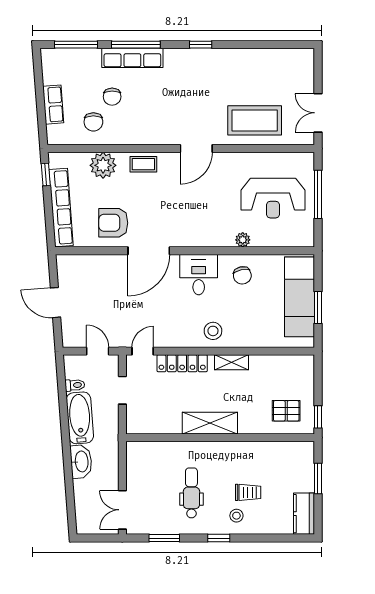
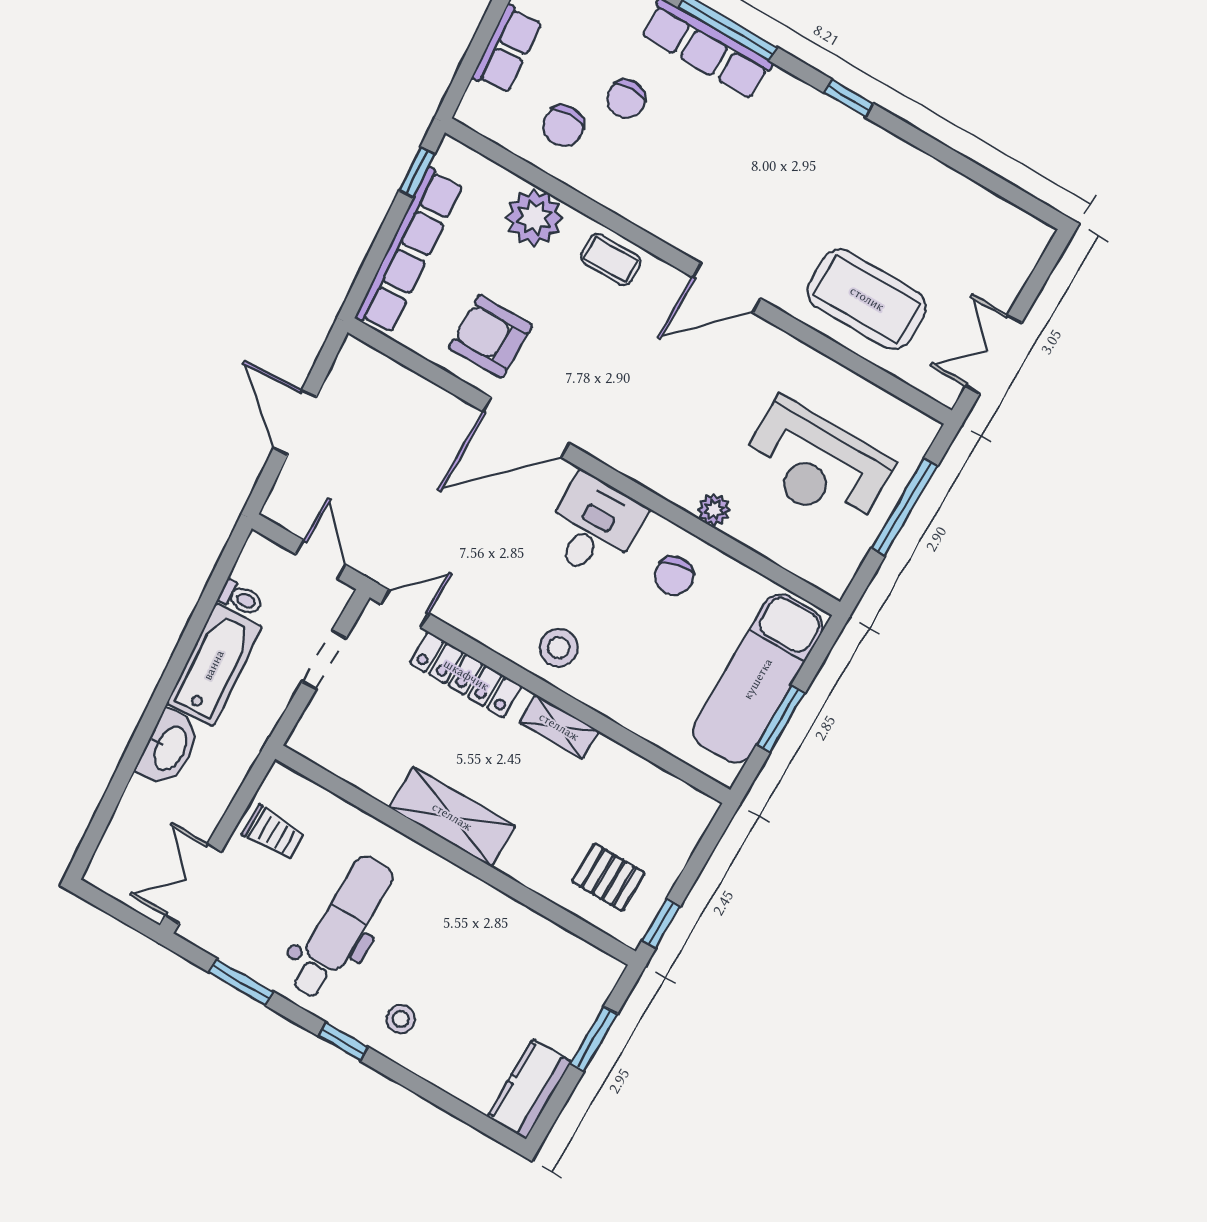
trolley: (248, 492) -> (274, 833), moved
dental chair: (191, 493) -> (341, 927), width x1.36, depth x1.38

